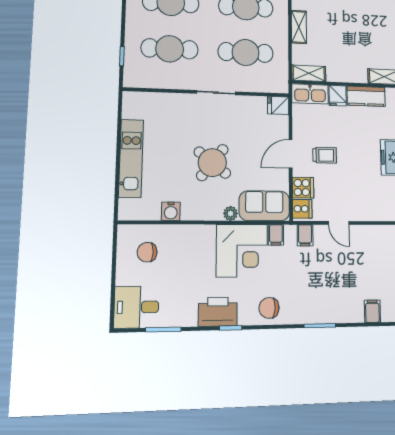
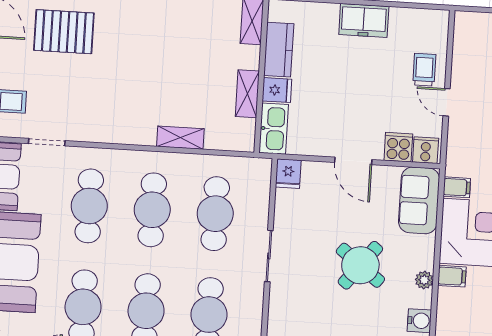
shelving: (309, 73) -> (247, 94), moved
trolley: (325, 155) -> (424, 70), moved
plant: (230, 213) -> (424, 280), moved
door: (339, 223) -> (447, 102), swing flipped
filing cabinet: (305, 235) -> (452, 276), moved

